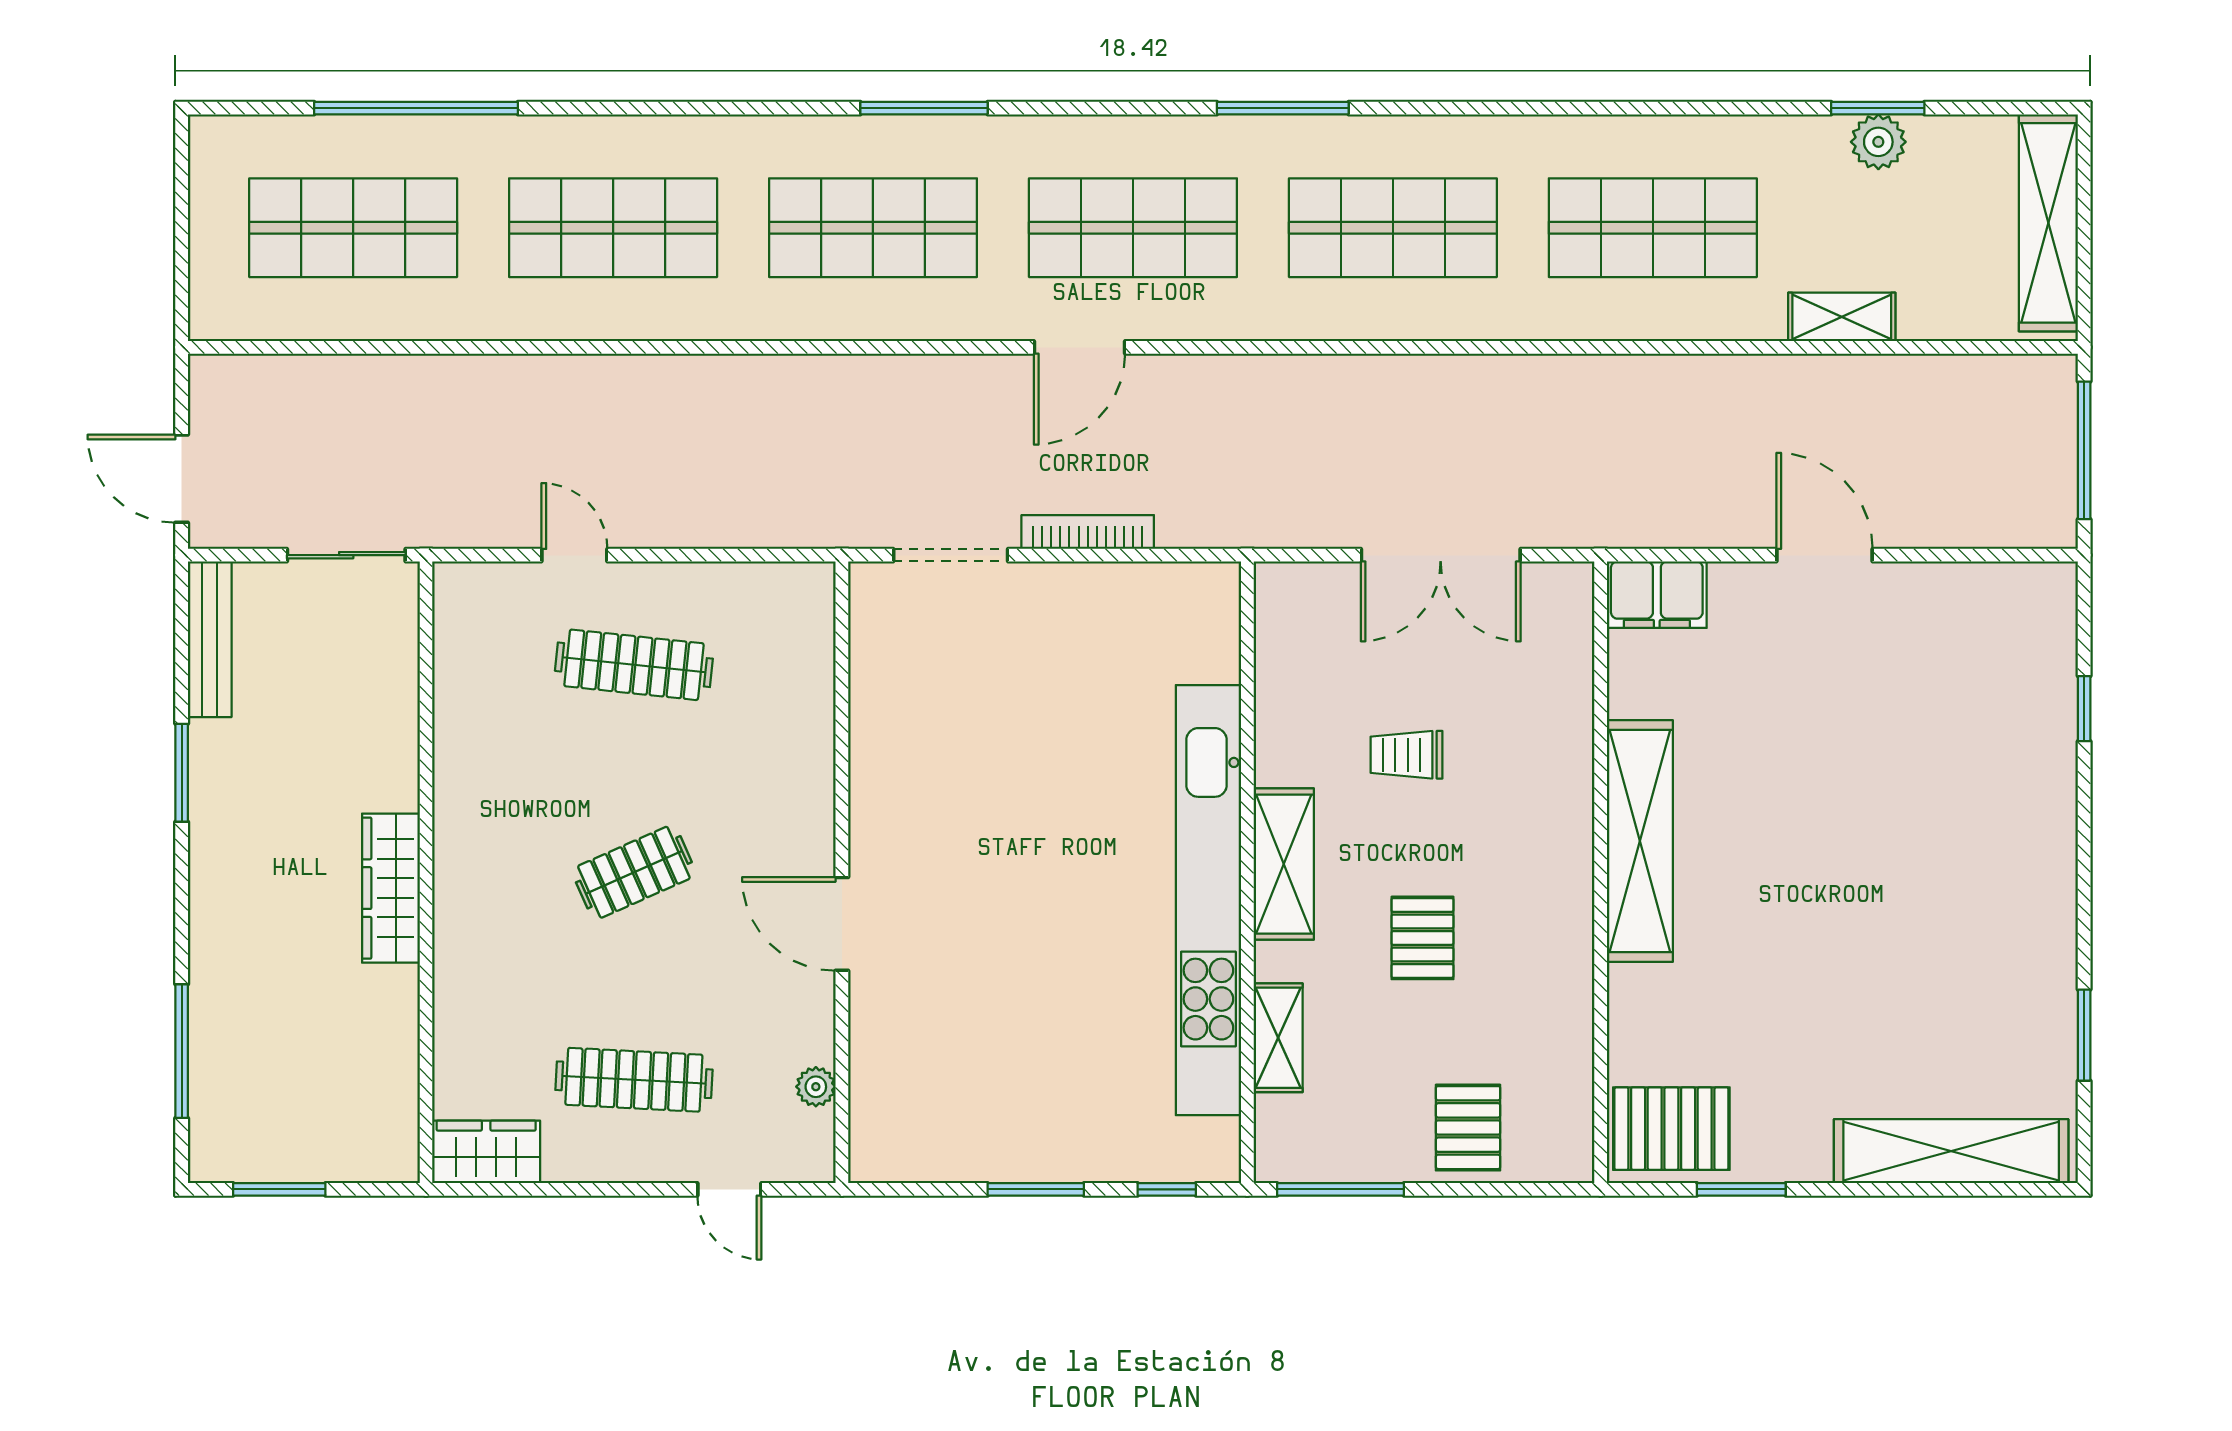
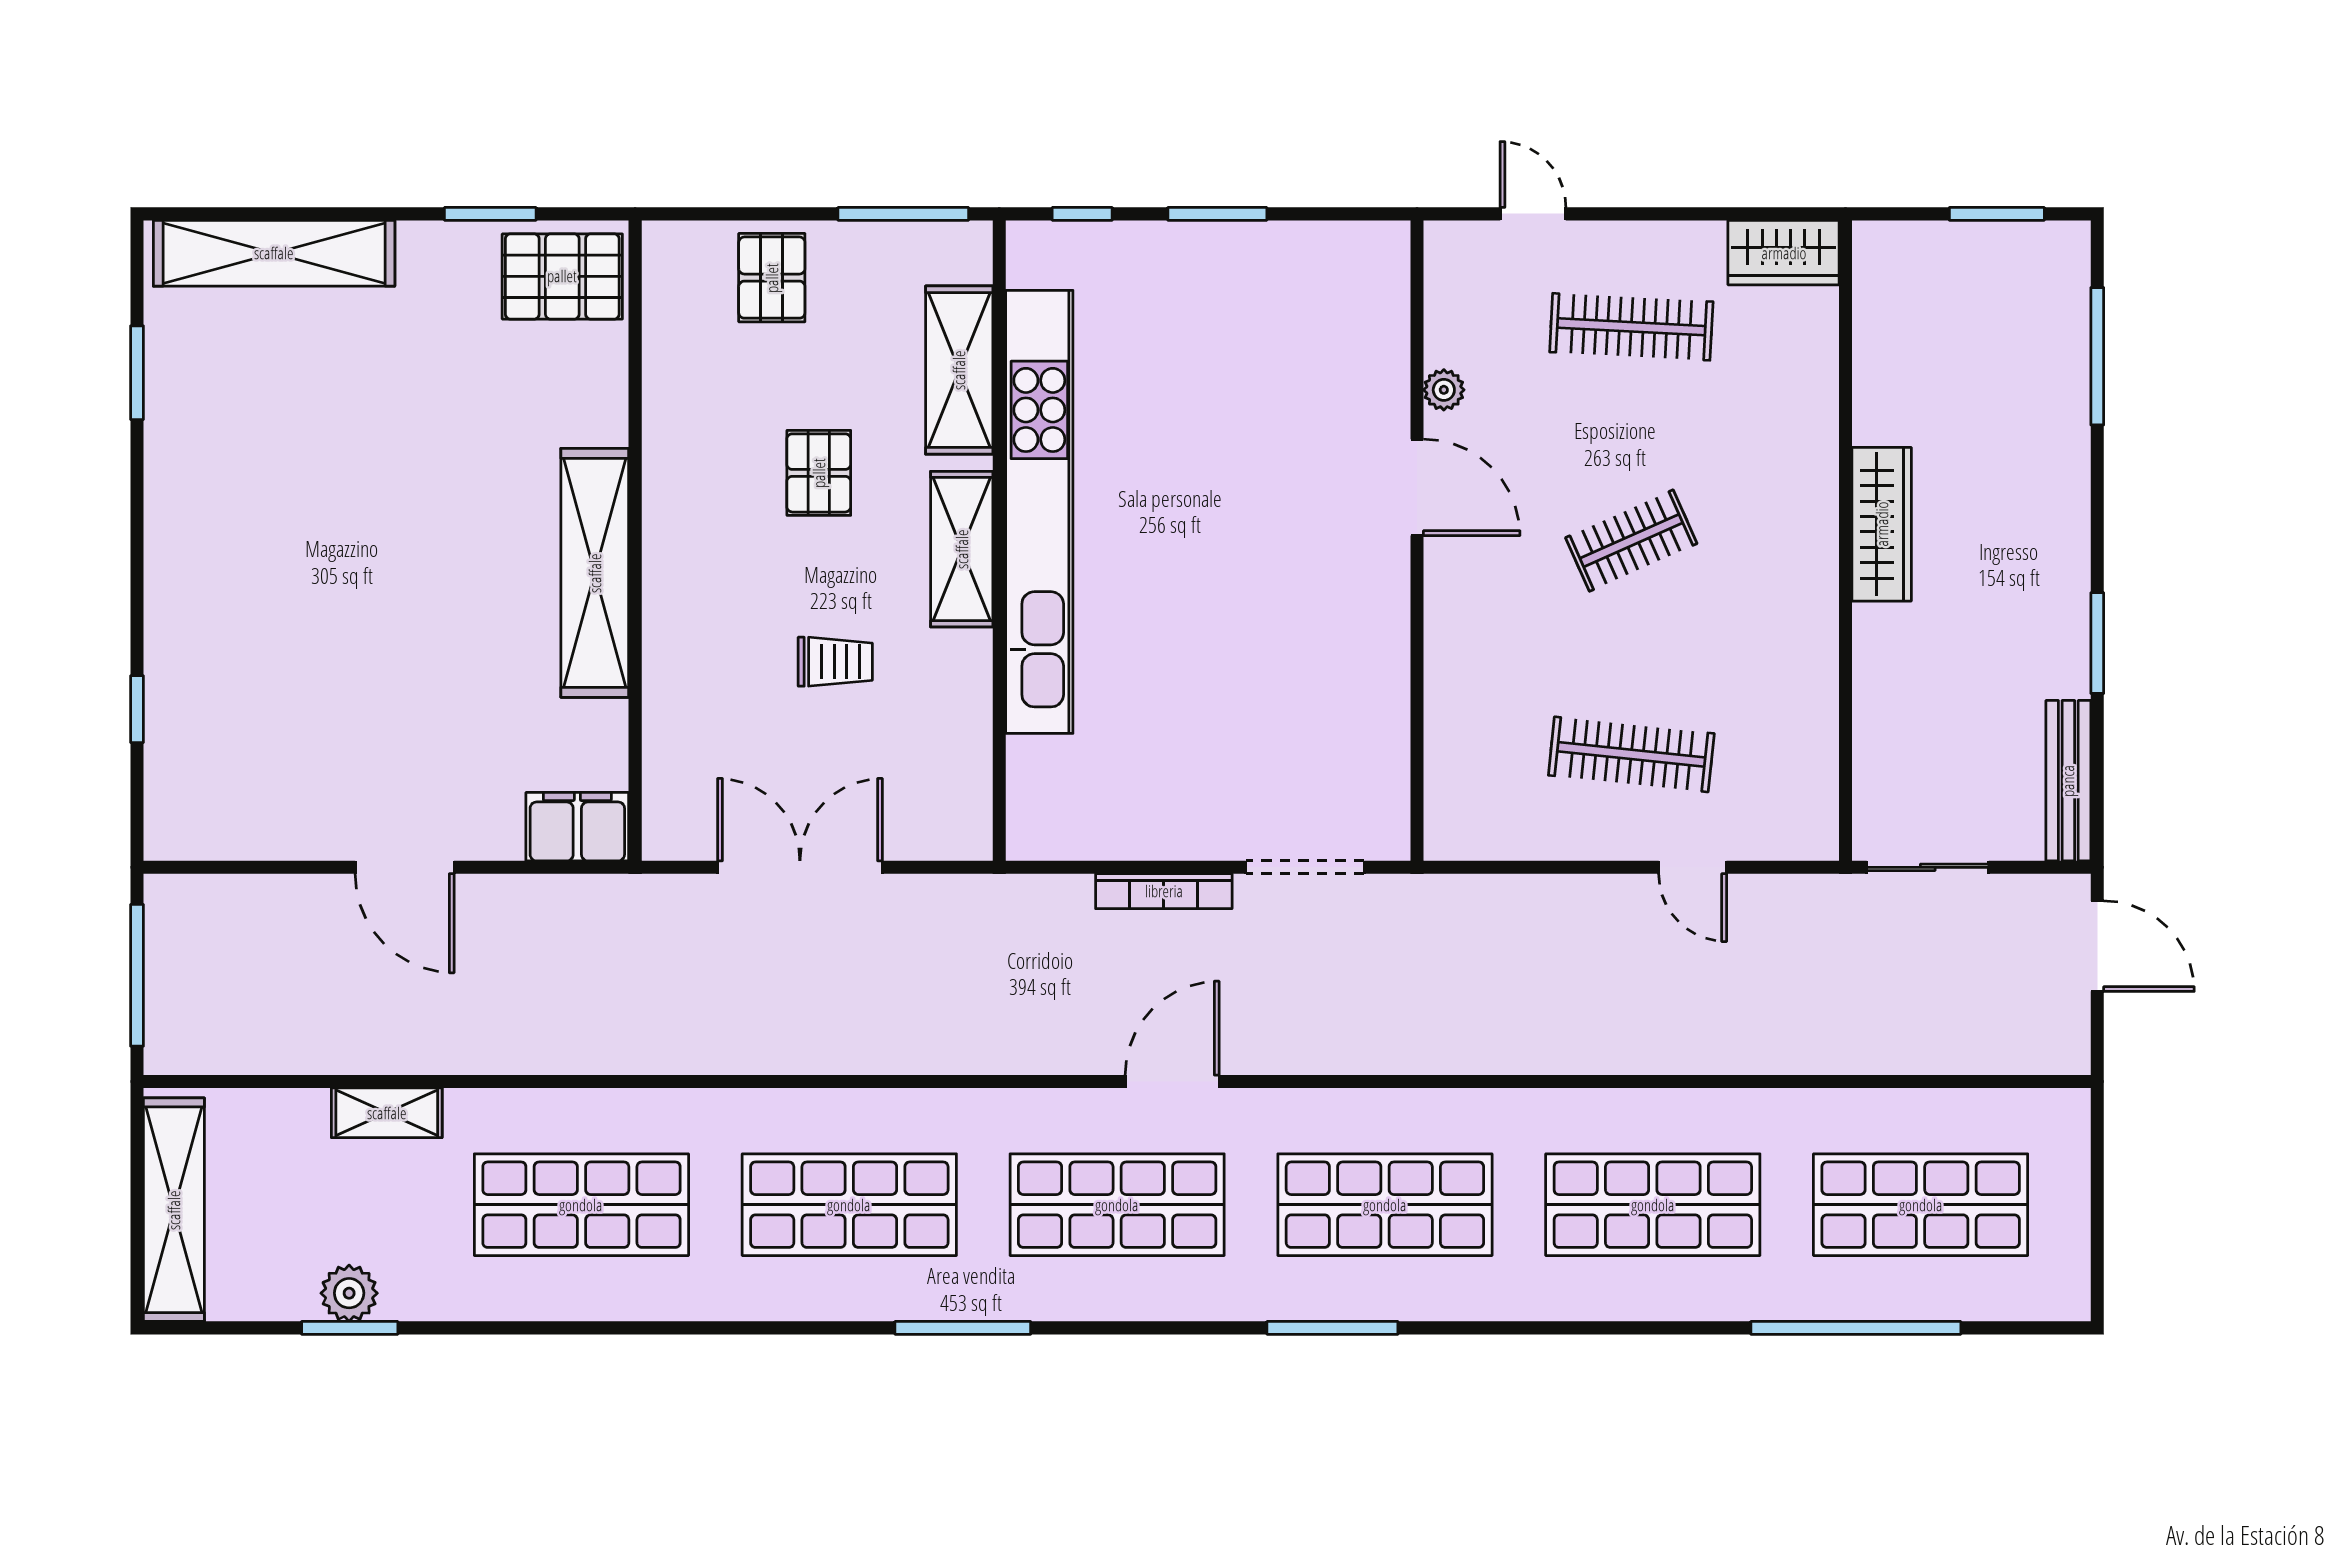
shelving: (1278, 1038) -> (959, 370), width x1.50, depth x1.33
plant: (816, 1087) -> (1444, 390), moved

